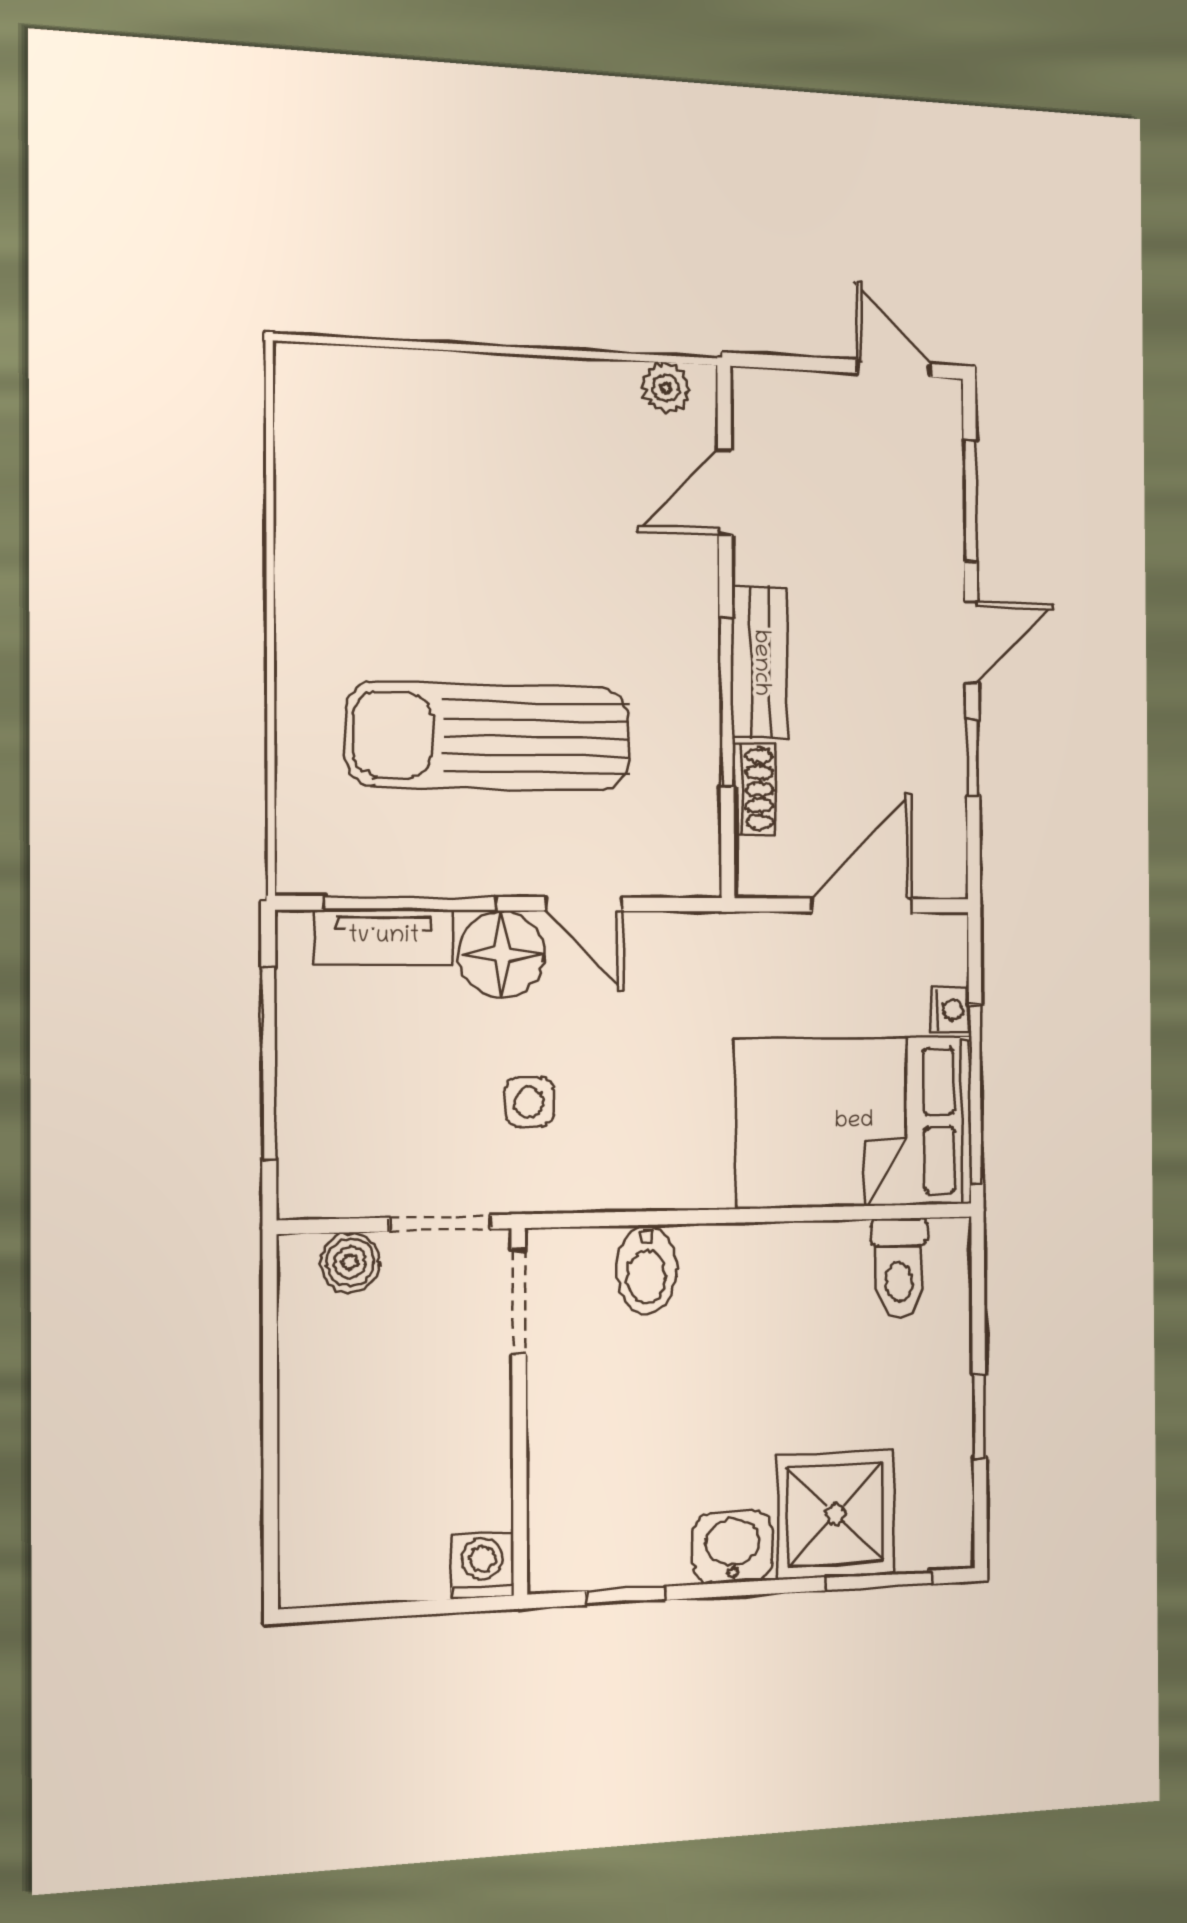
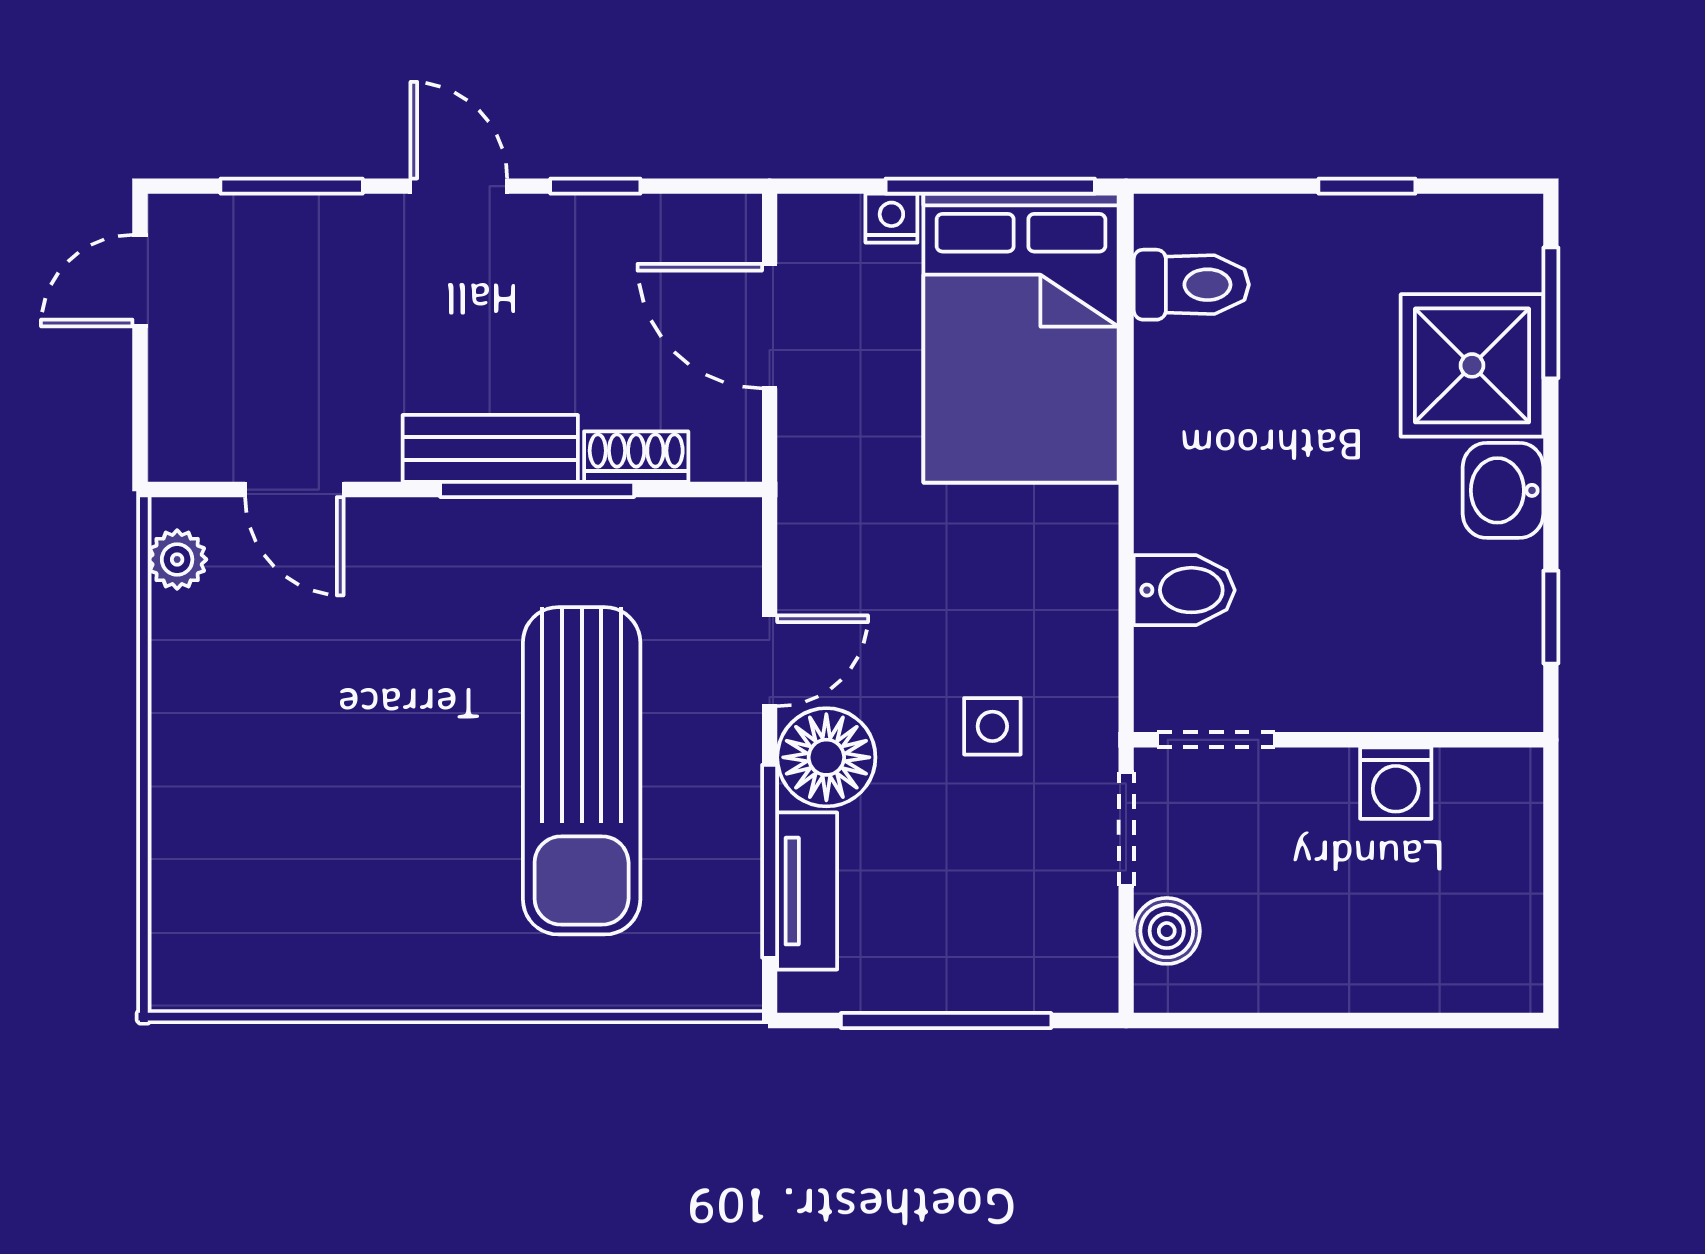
washing machine: (483, 1565) -> (1396, 783), moved, turned -90

